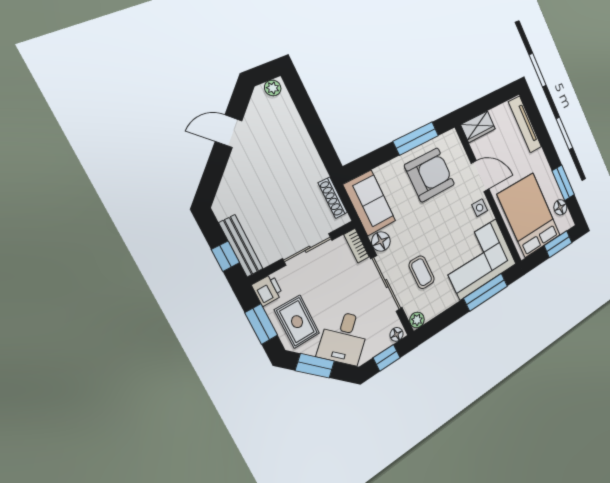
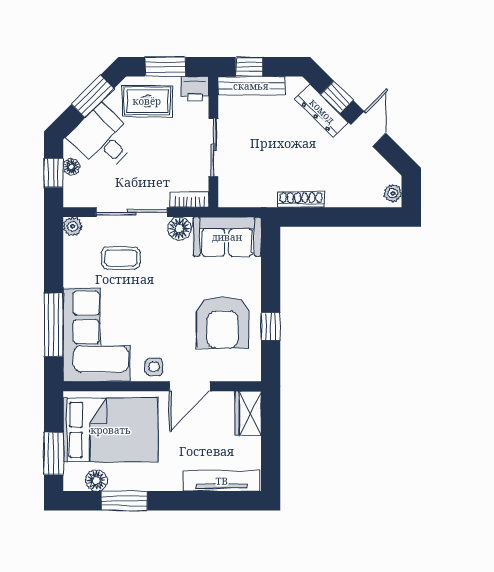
window: (416, 138) -> (271, 326), width x0.46
window: (214, 170) -> (337, 97), added
dresser: (233, 177) -> (322, 111), added
shoe rack: (333, 198) -> (301, 200), moved
floor lamp: (396, 334) -> (71, 167), moved

